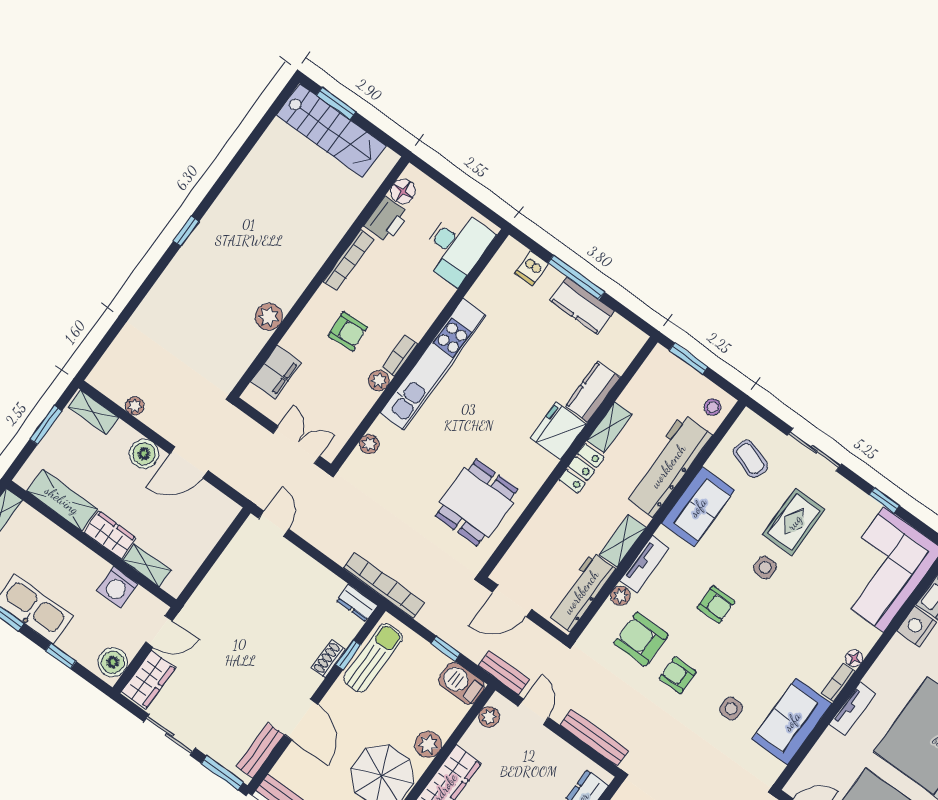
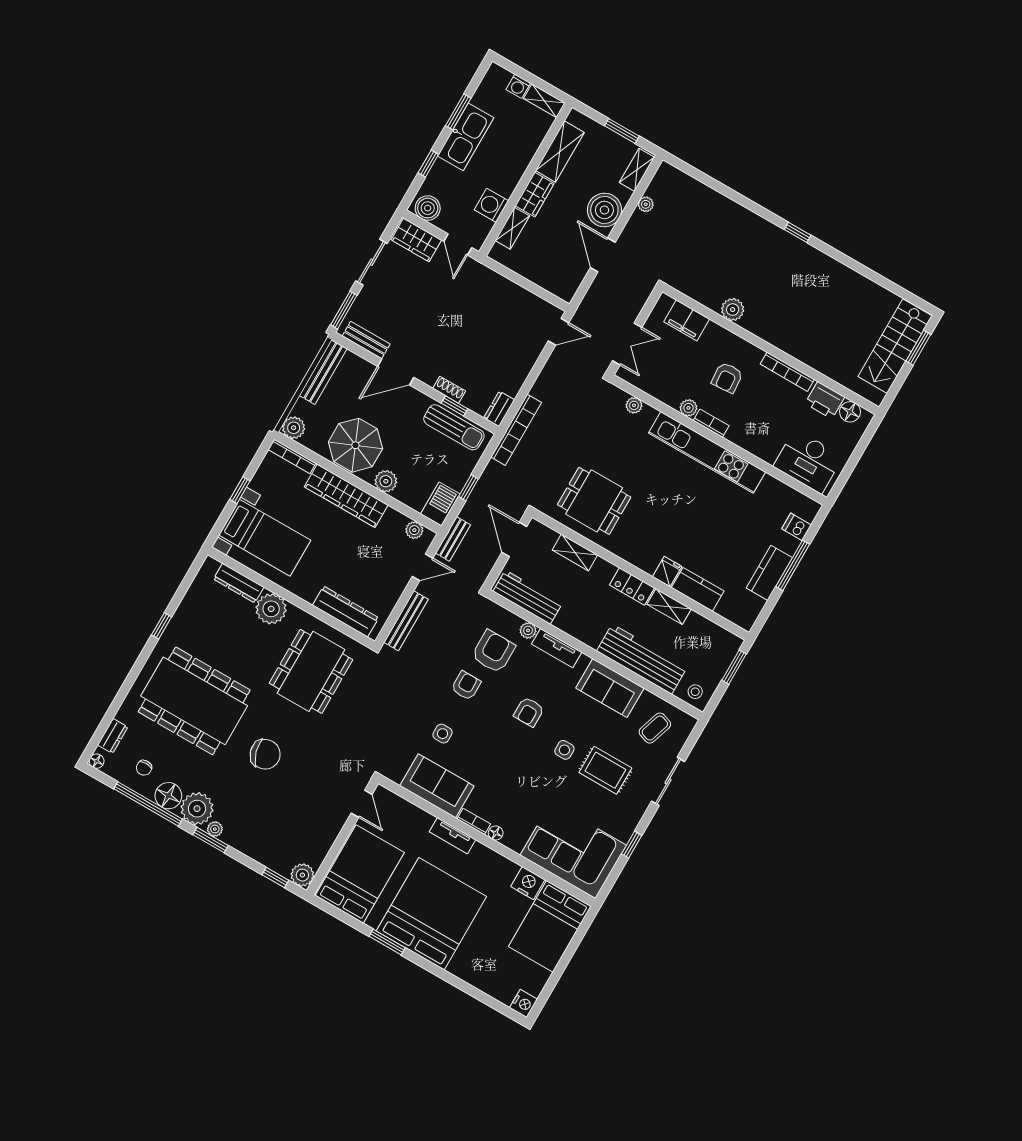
fridge: (558, 431) -> (667, 572), width x0.53, depth x0.75
boiler: (144, 454) -> (604, 210), width x1.37, depth x1.37
shelving: (623, 541) -> (575, 552), moved

